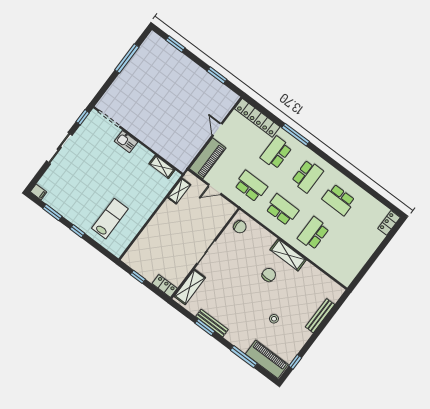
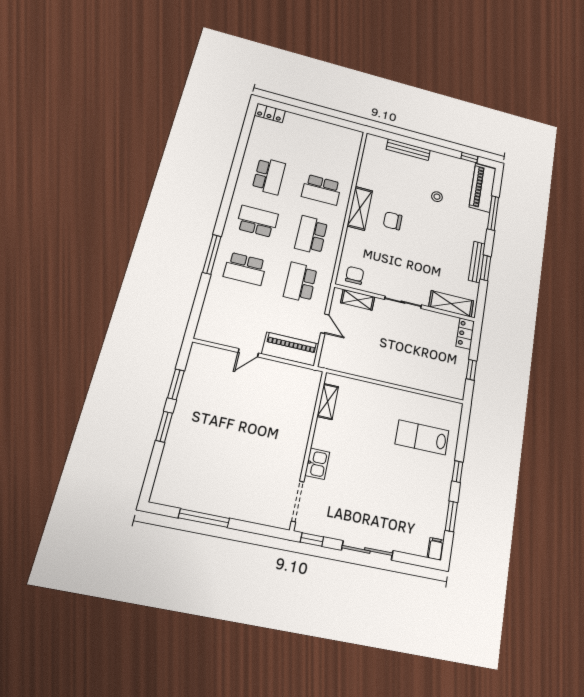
window: (175, 44) -> (164, 427), moved
locker: (257, 118) -> (211, 309), removed
shelving: (179, 191) -> (358, 300), moved

